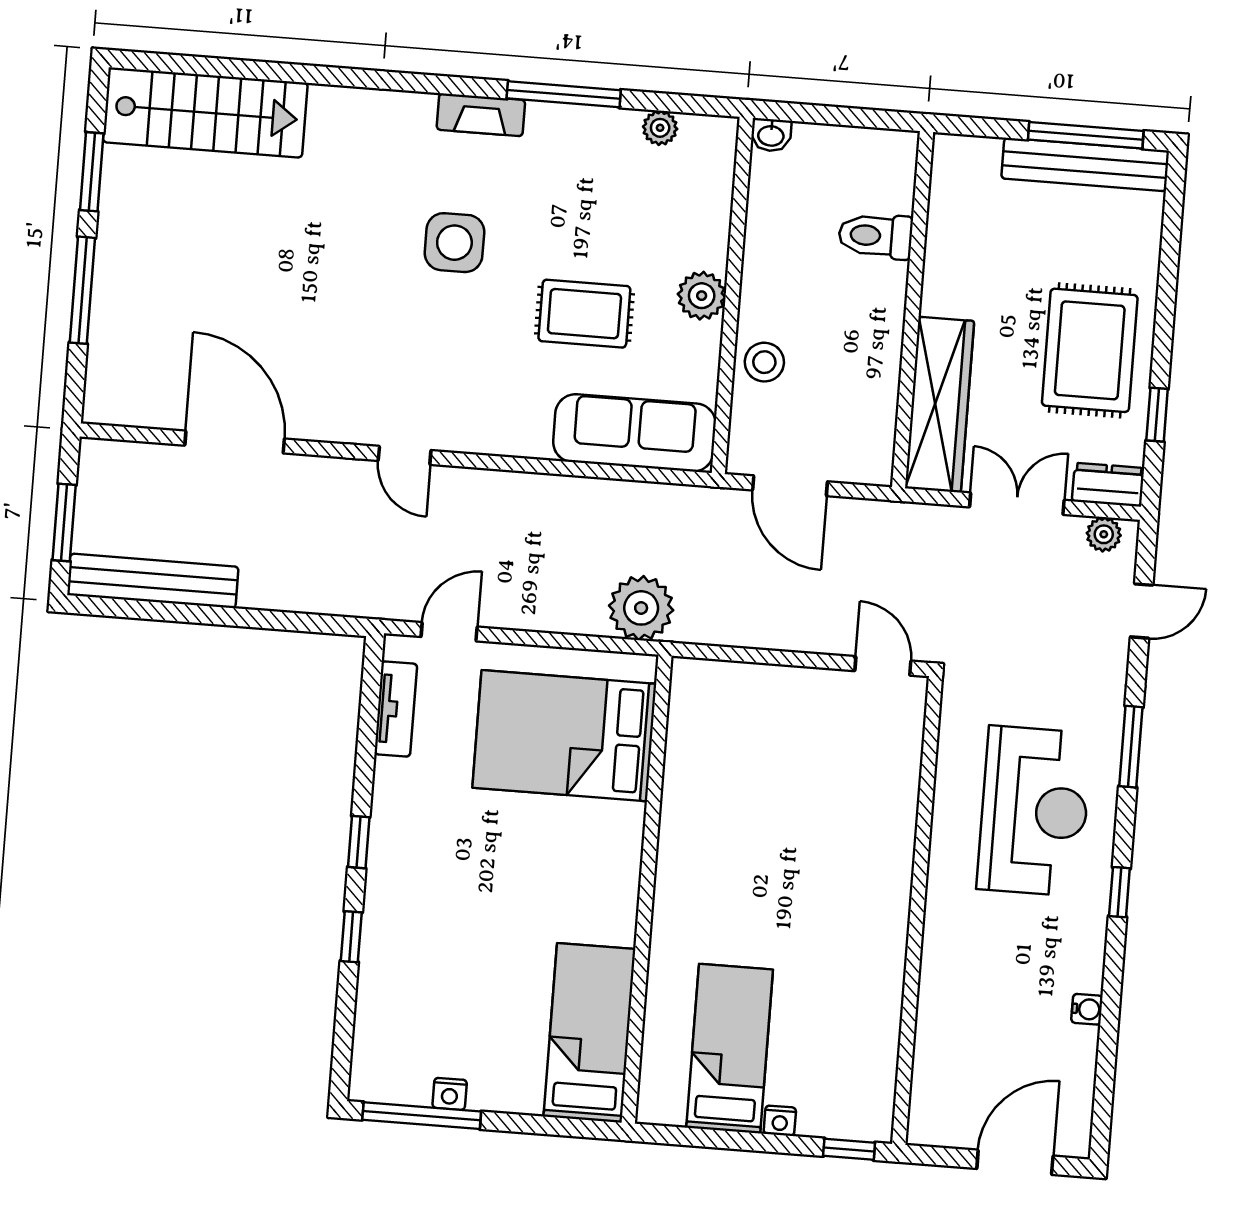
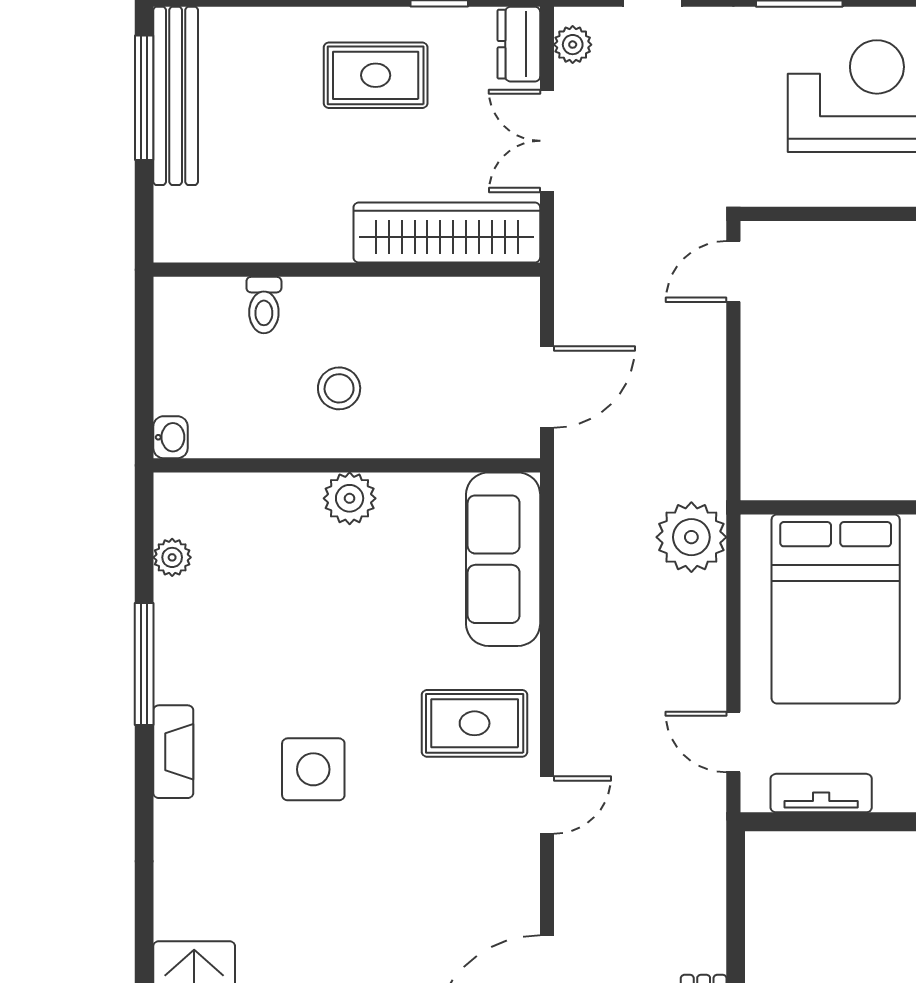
toilet: (876, 236) -> (264, 305), width x0.73, depth x0.72
rug: (584, 314) -> (475, 723), moved, turned 90
rug: (1090, 350) -> (376, 75), width x0.73, depth x0.70
stool: (764, 362) -> (339, 388), moved

